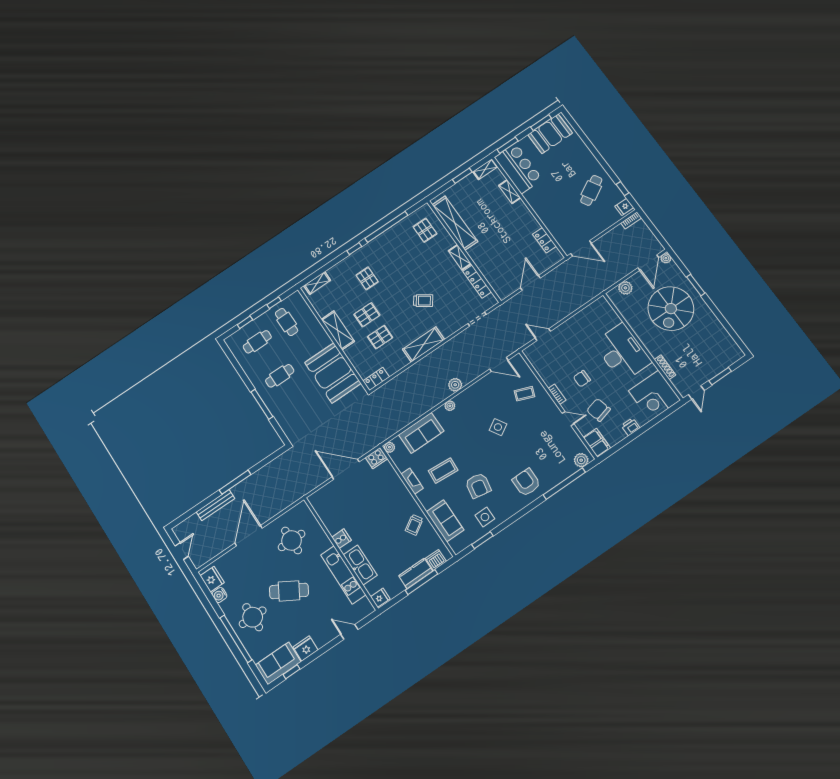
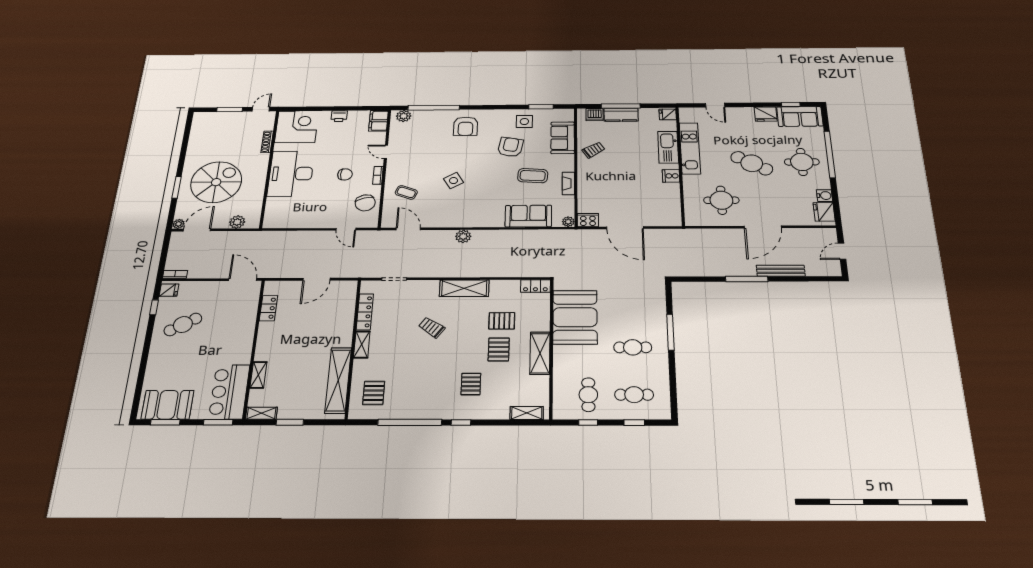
pallet: (367, 315) -> (499, 349), turned 90
plant: (450, 406) -> (483, 222), removed
chair: (598, 410) -> (365, 203), moved

